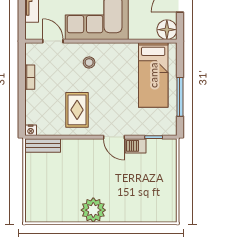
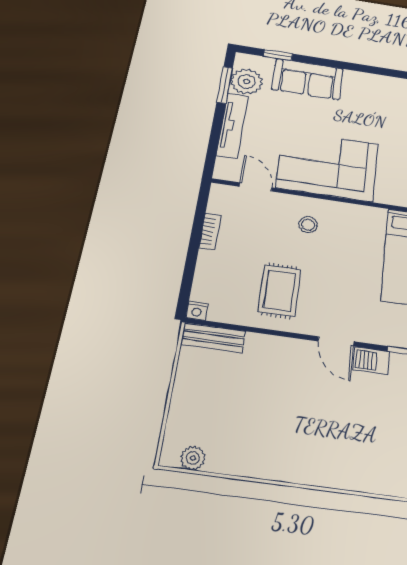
plant: (93, 210) -> (193, 458), moved, width x0.53, depth x0.53

